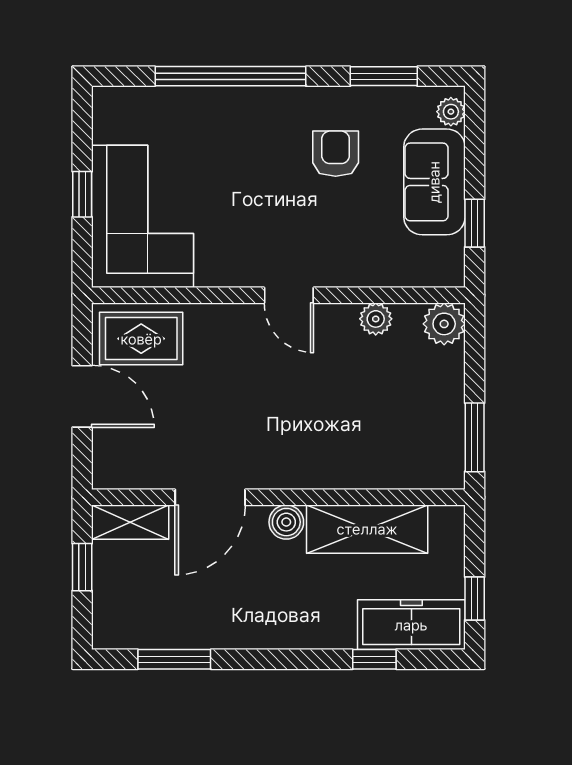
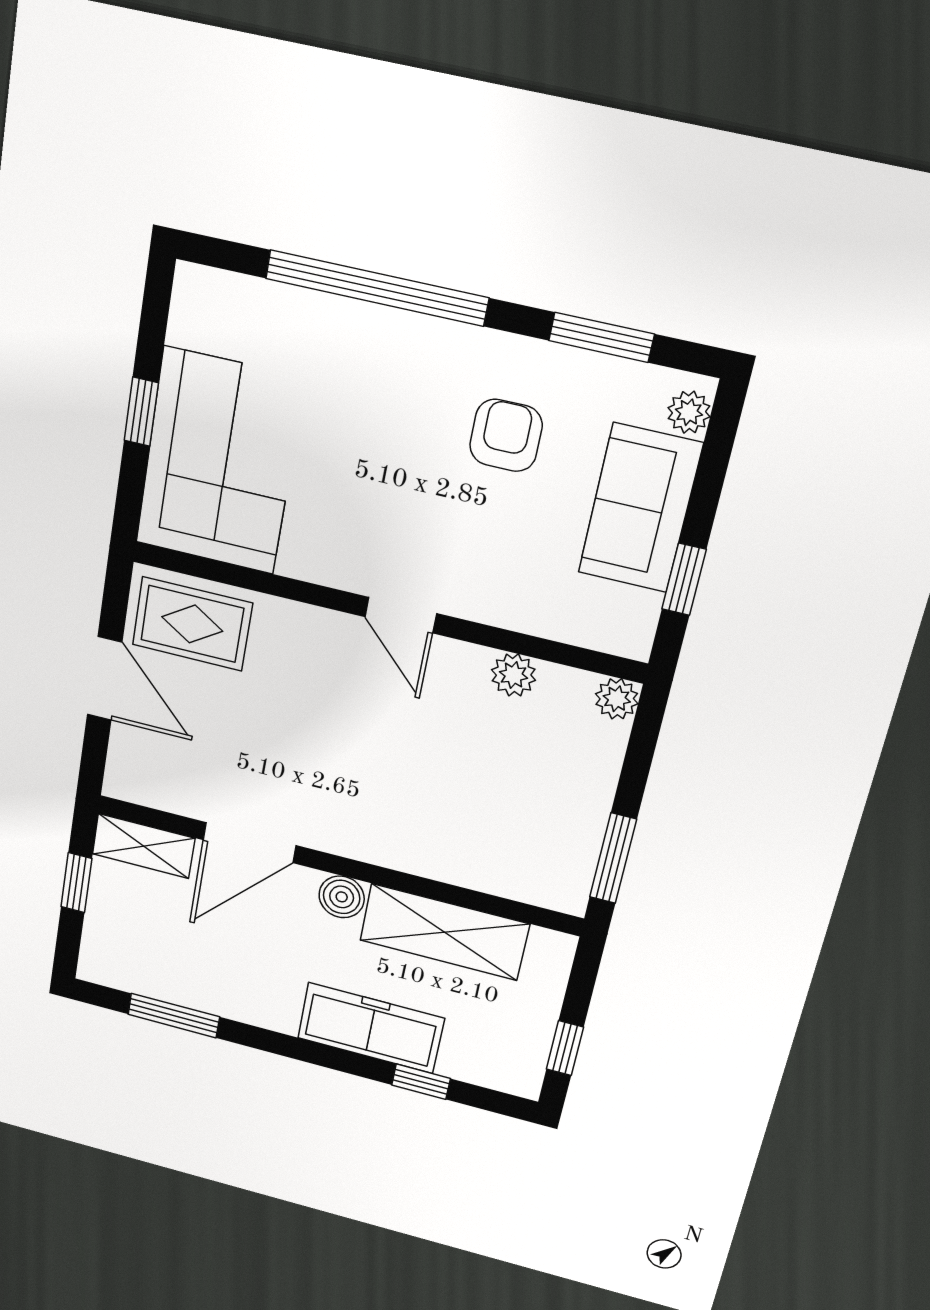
plant: (444, 324) -> (617, 699), width x0.73, depth x0.73
freezer: (411, 625) -> (371, 1028), moved

